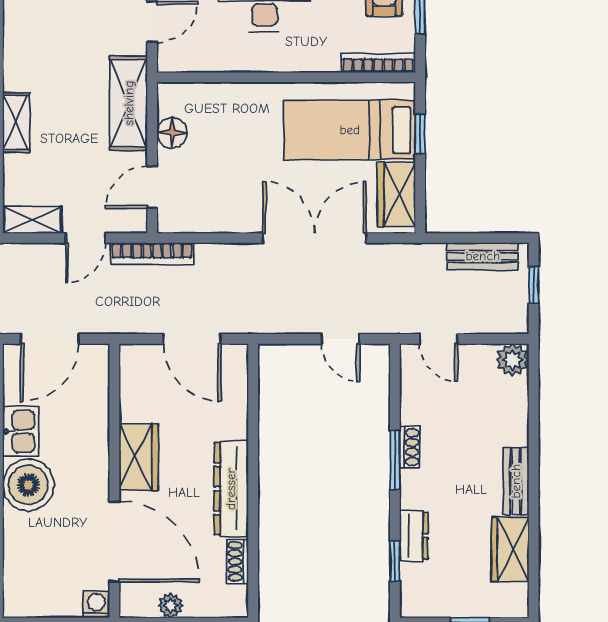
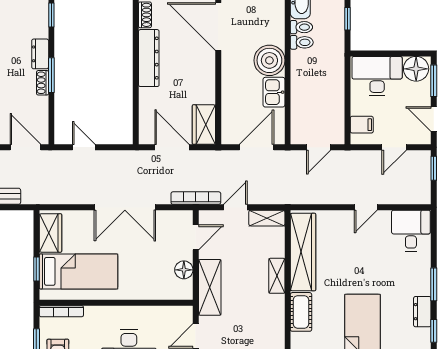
double door: (315, 238) -> (125, 207), moved
door: (439, 339) -> (25, 147), width x1.38
wardrobe: (138, 457) -> (204, 125), moved
dresser: (414, 536) -> (40, 54), moved

